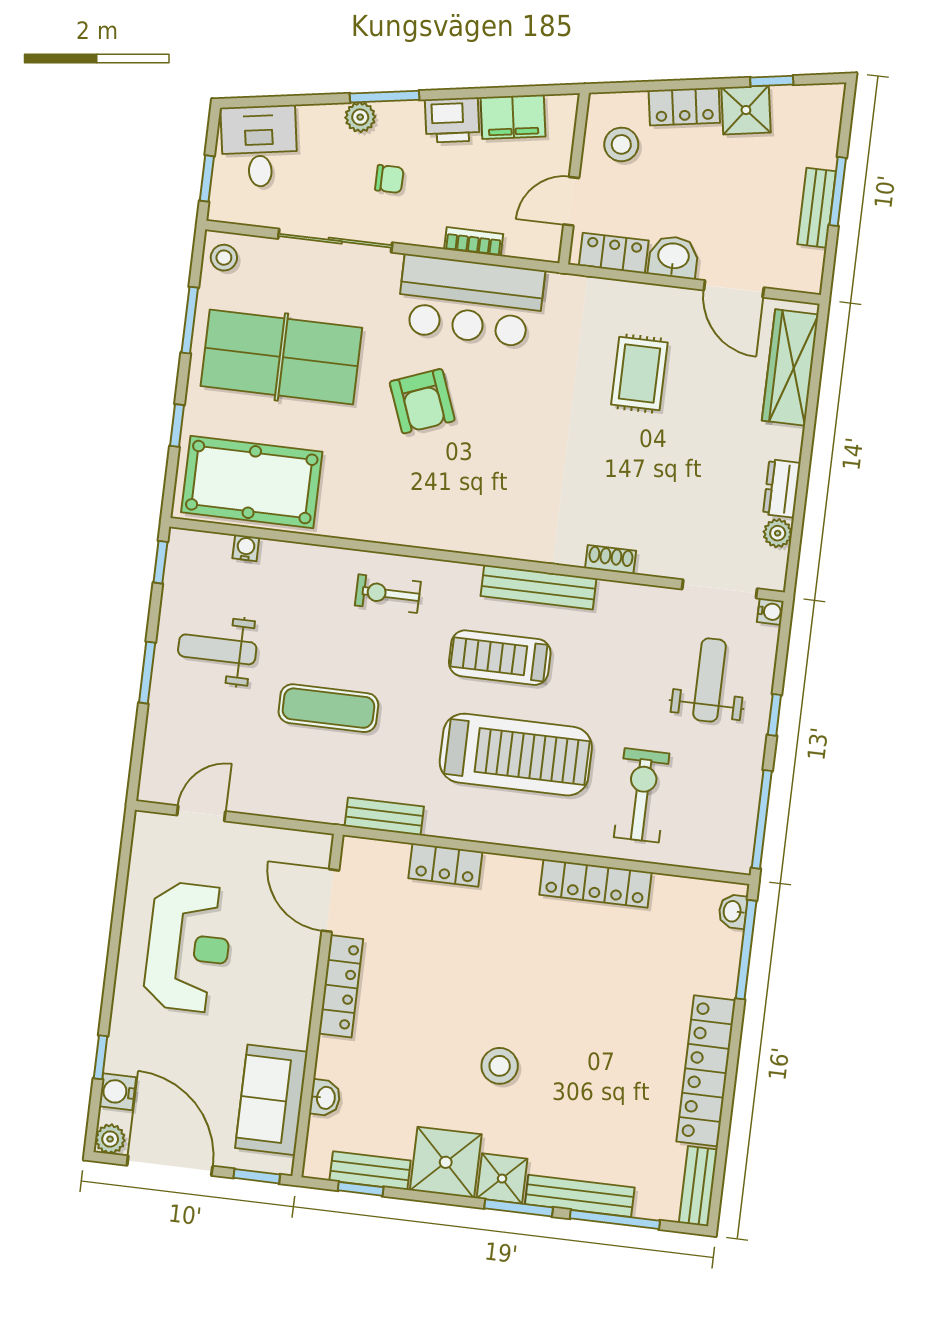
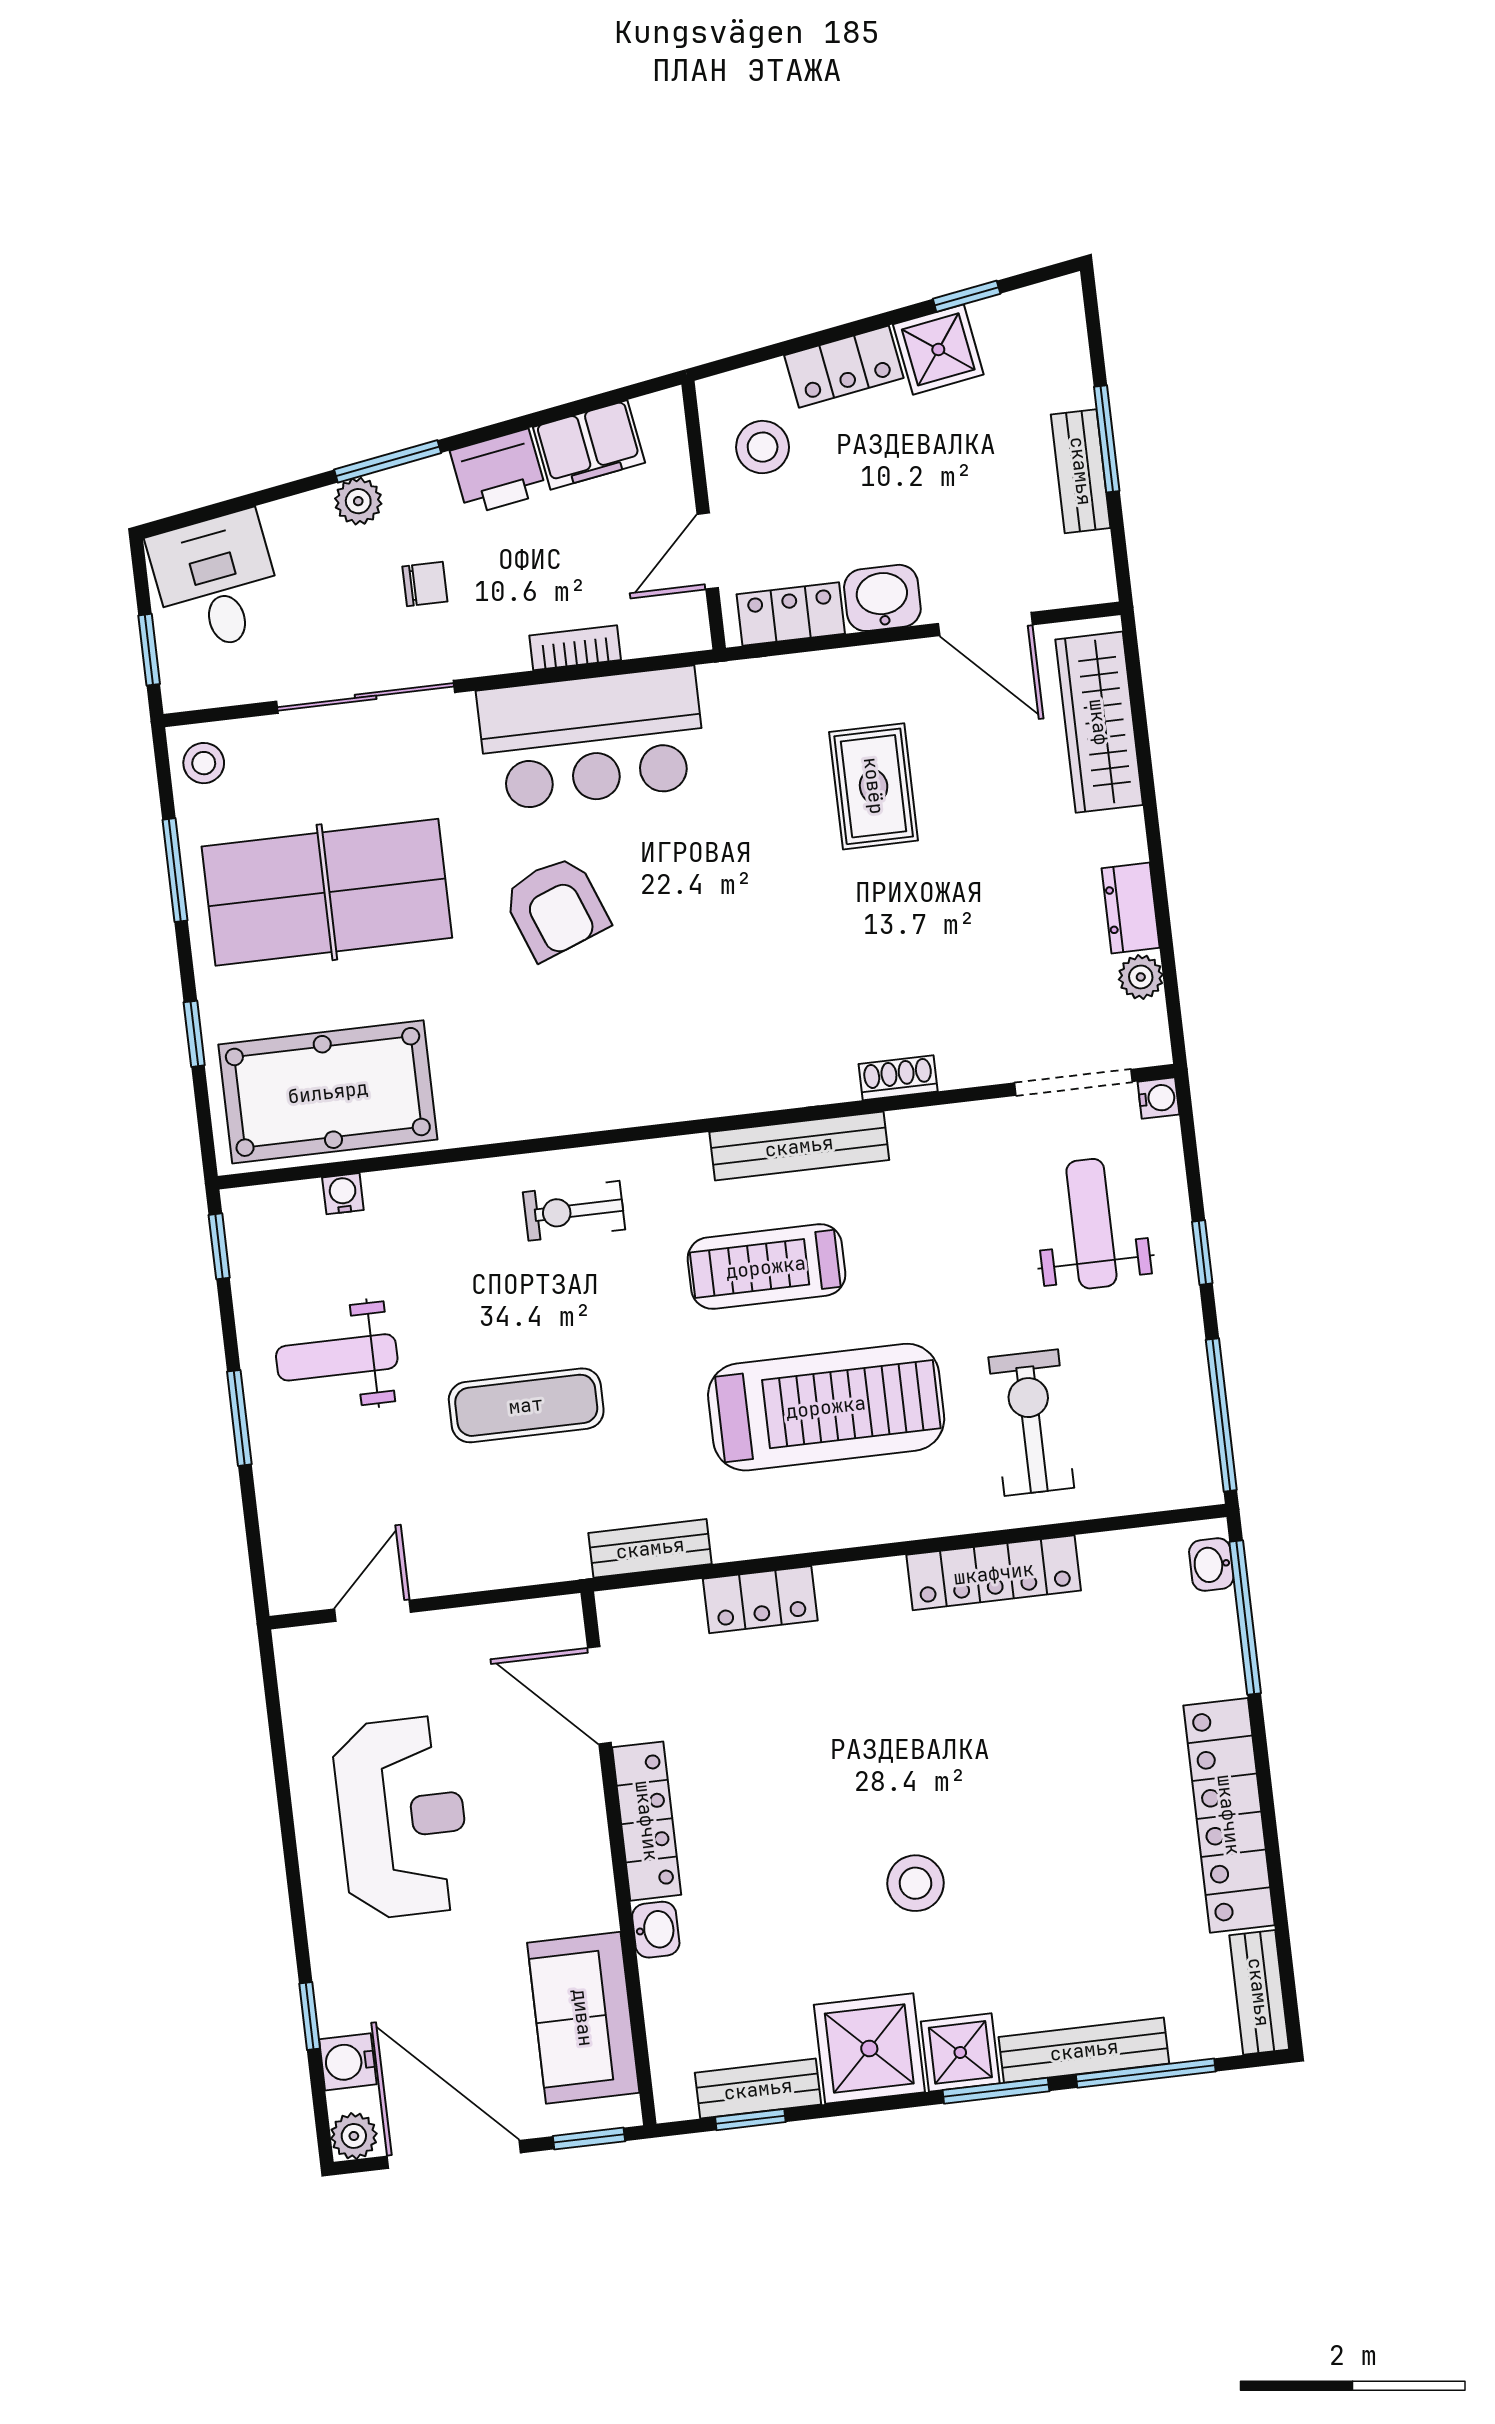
washbasin: (325, 1098) -> (656, 1930), moved

